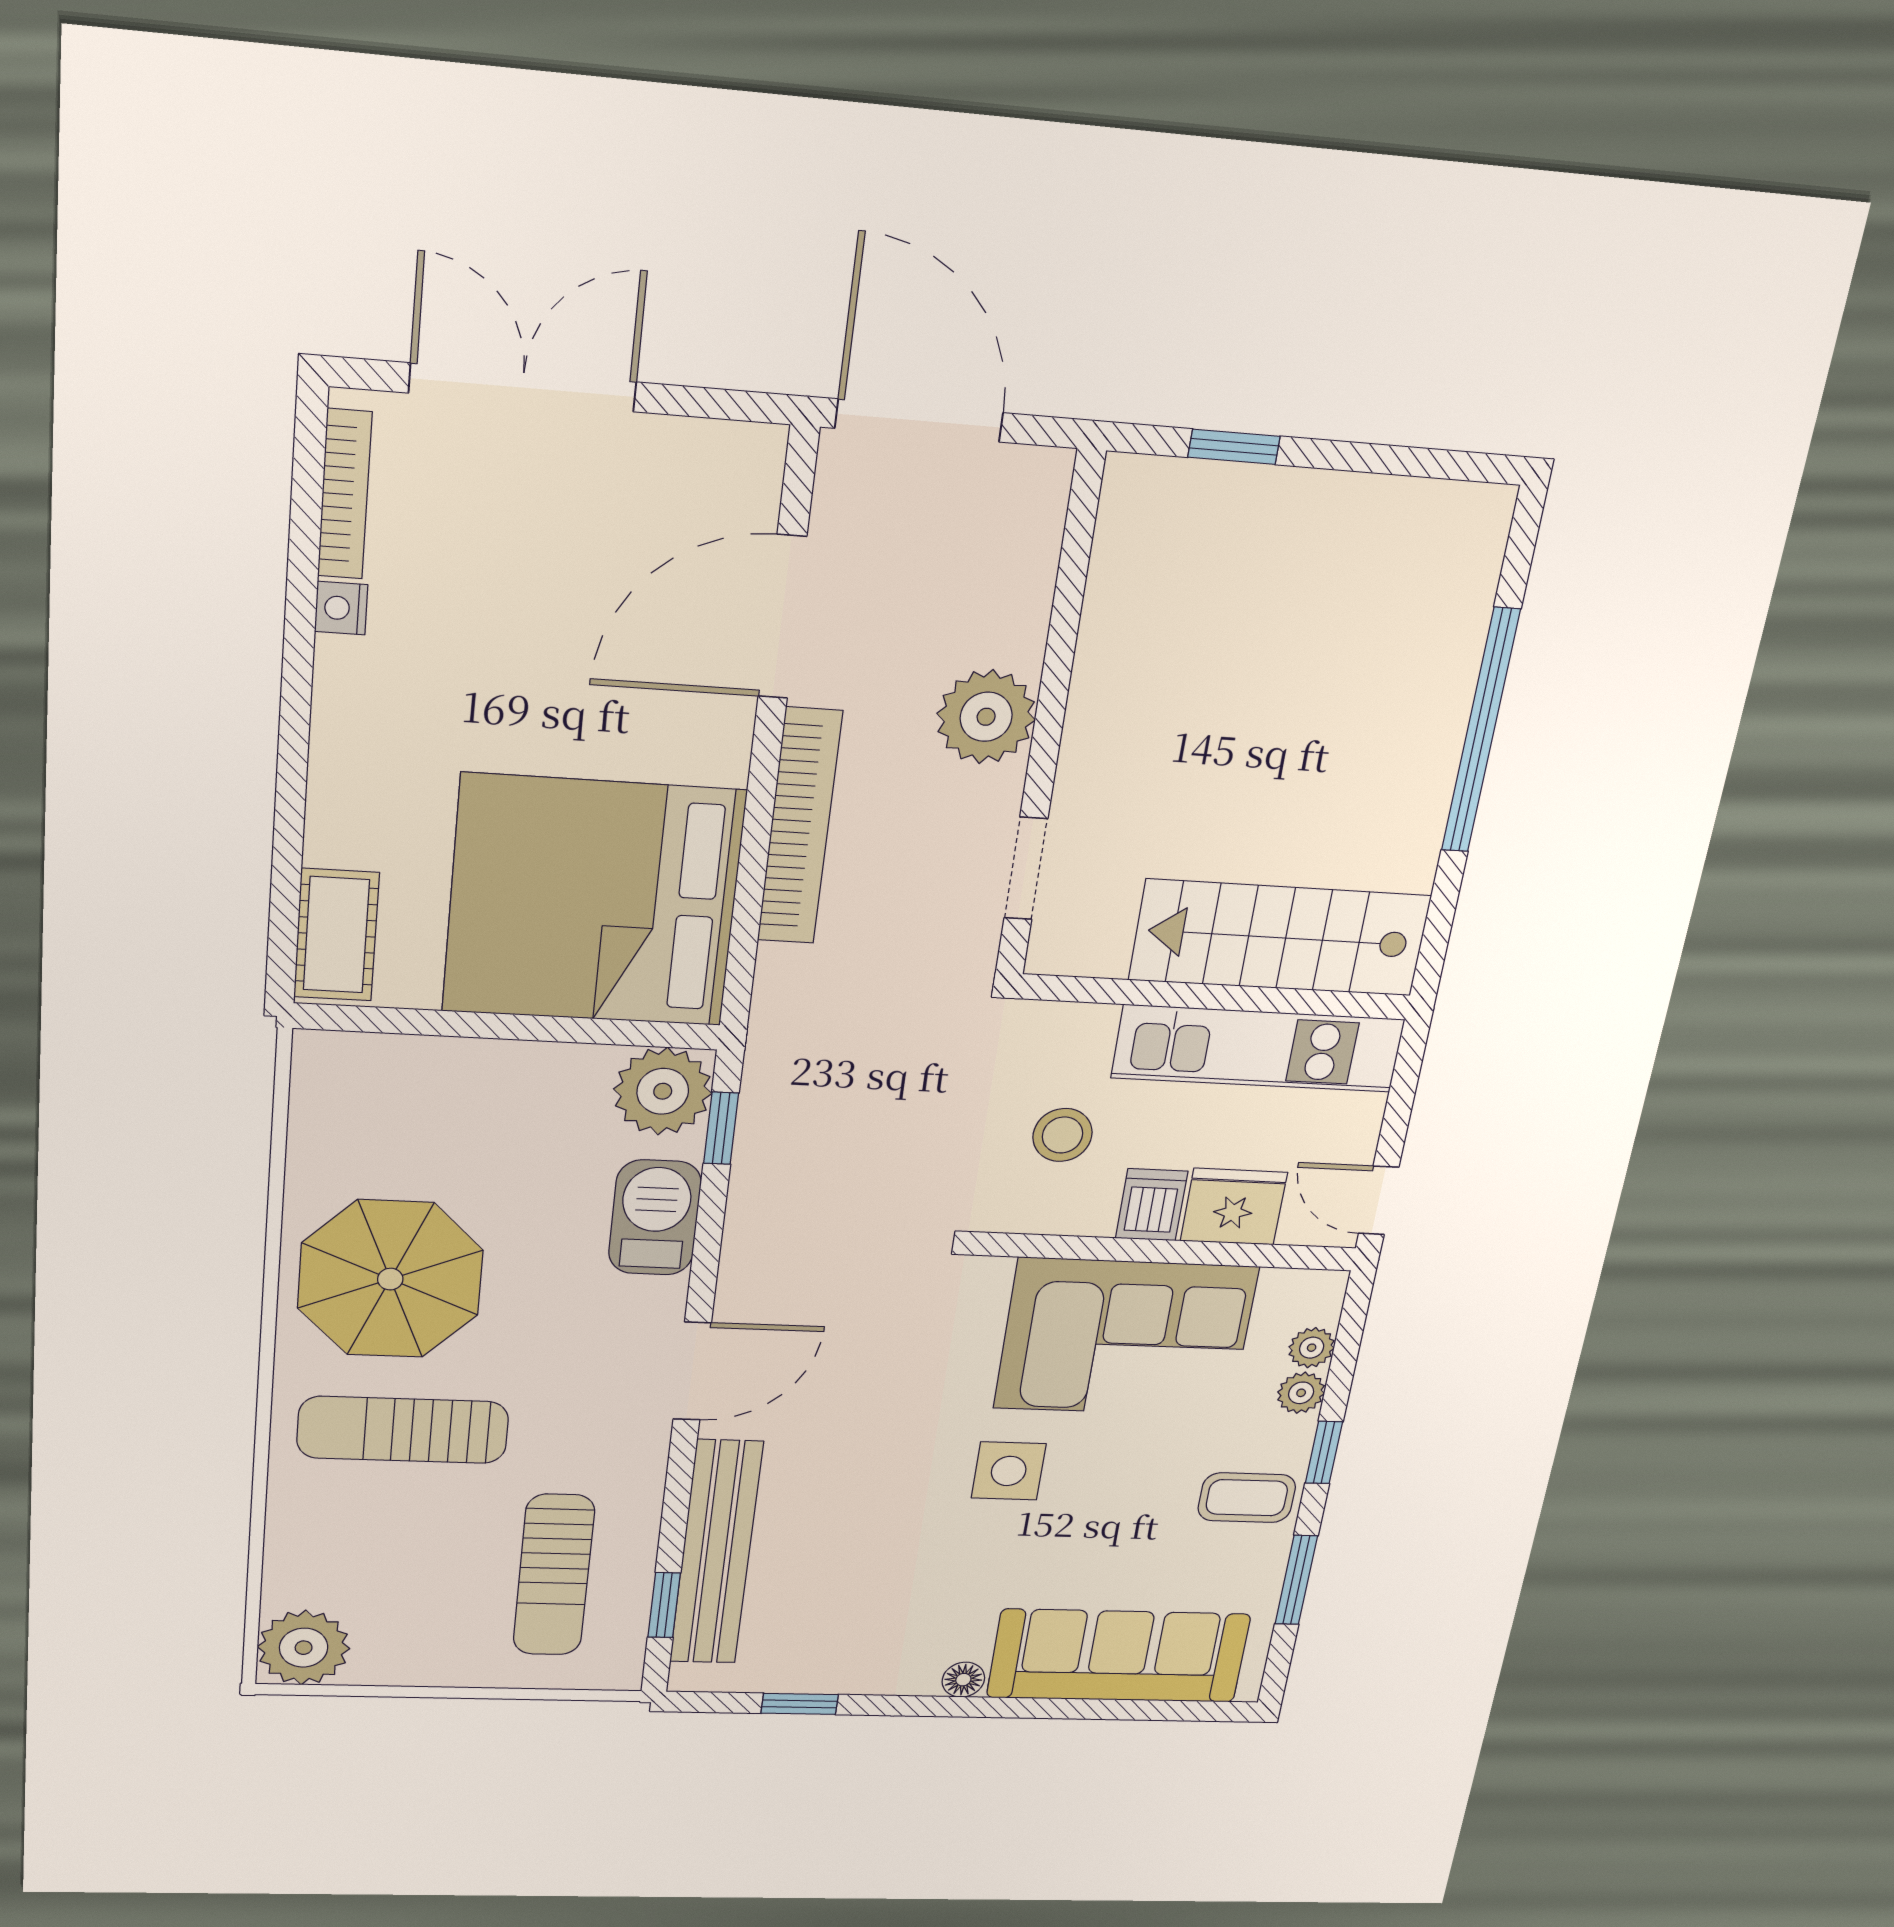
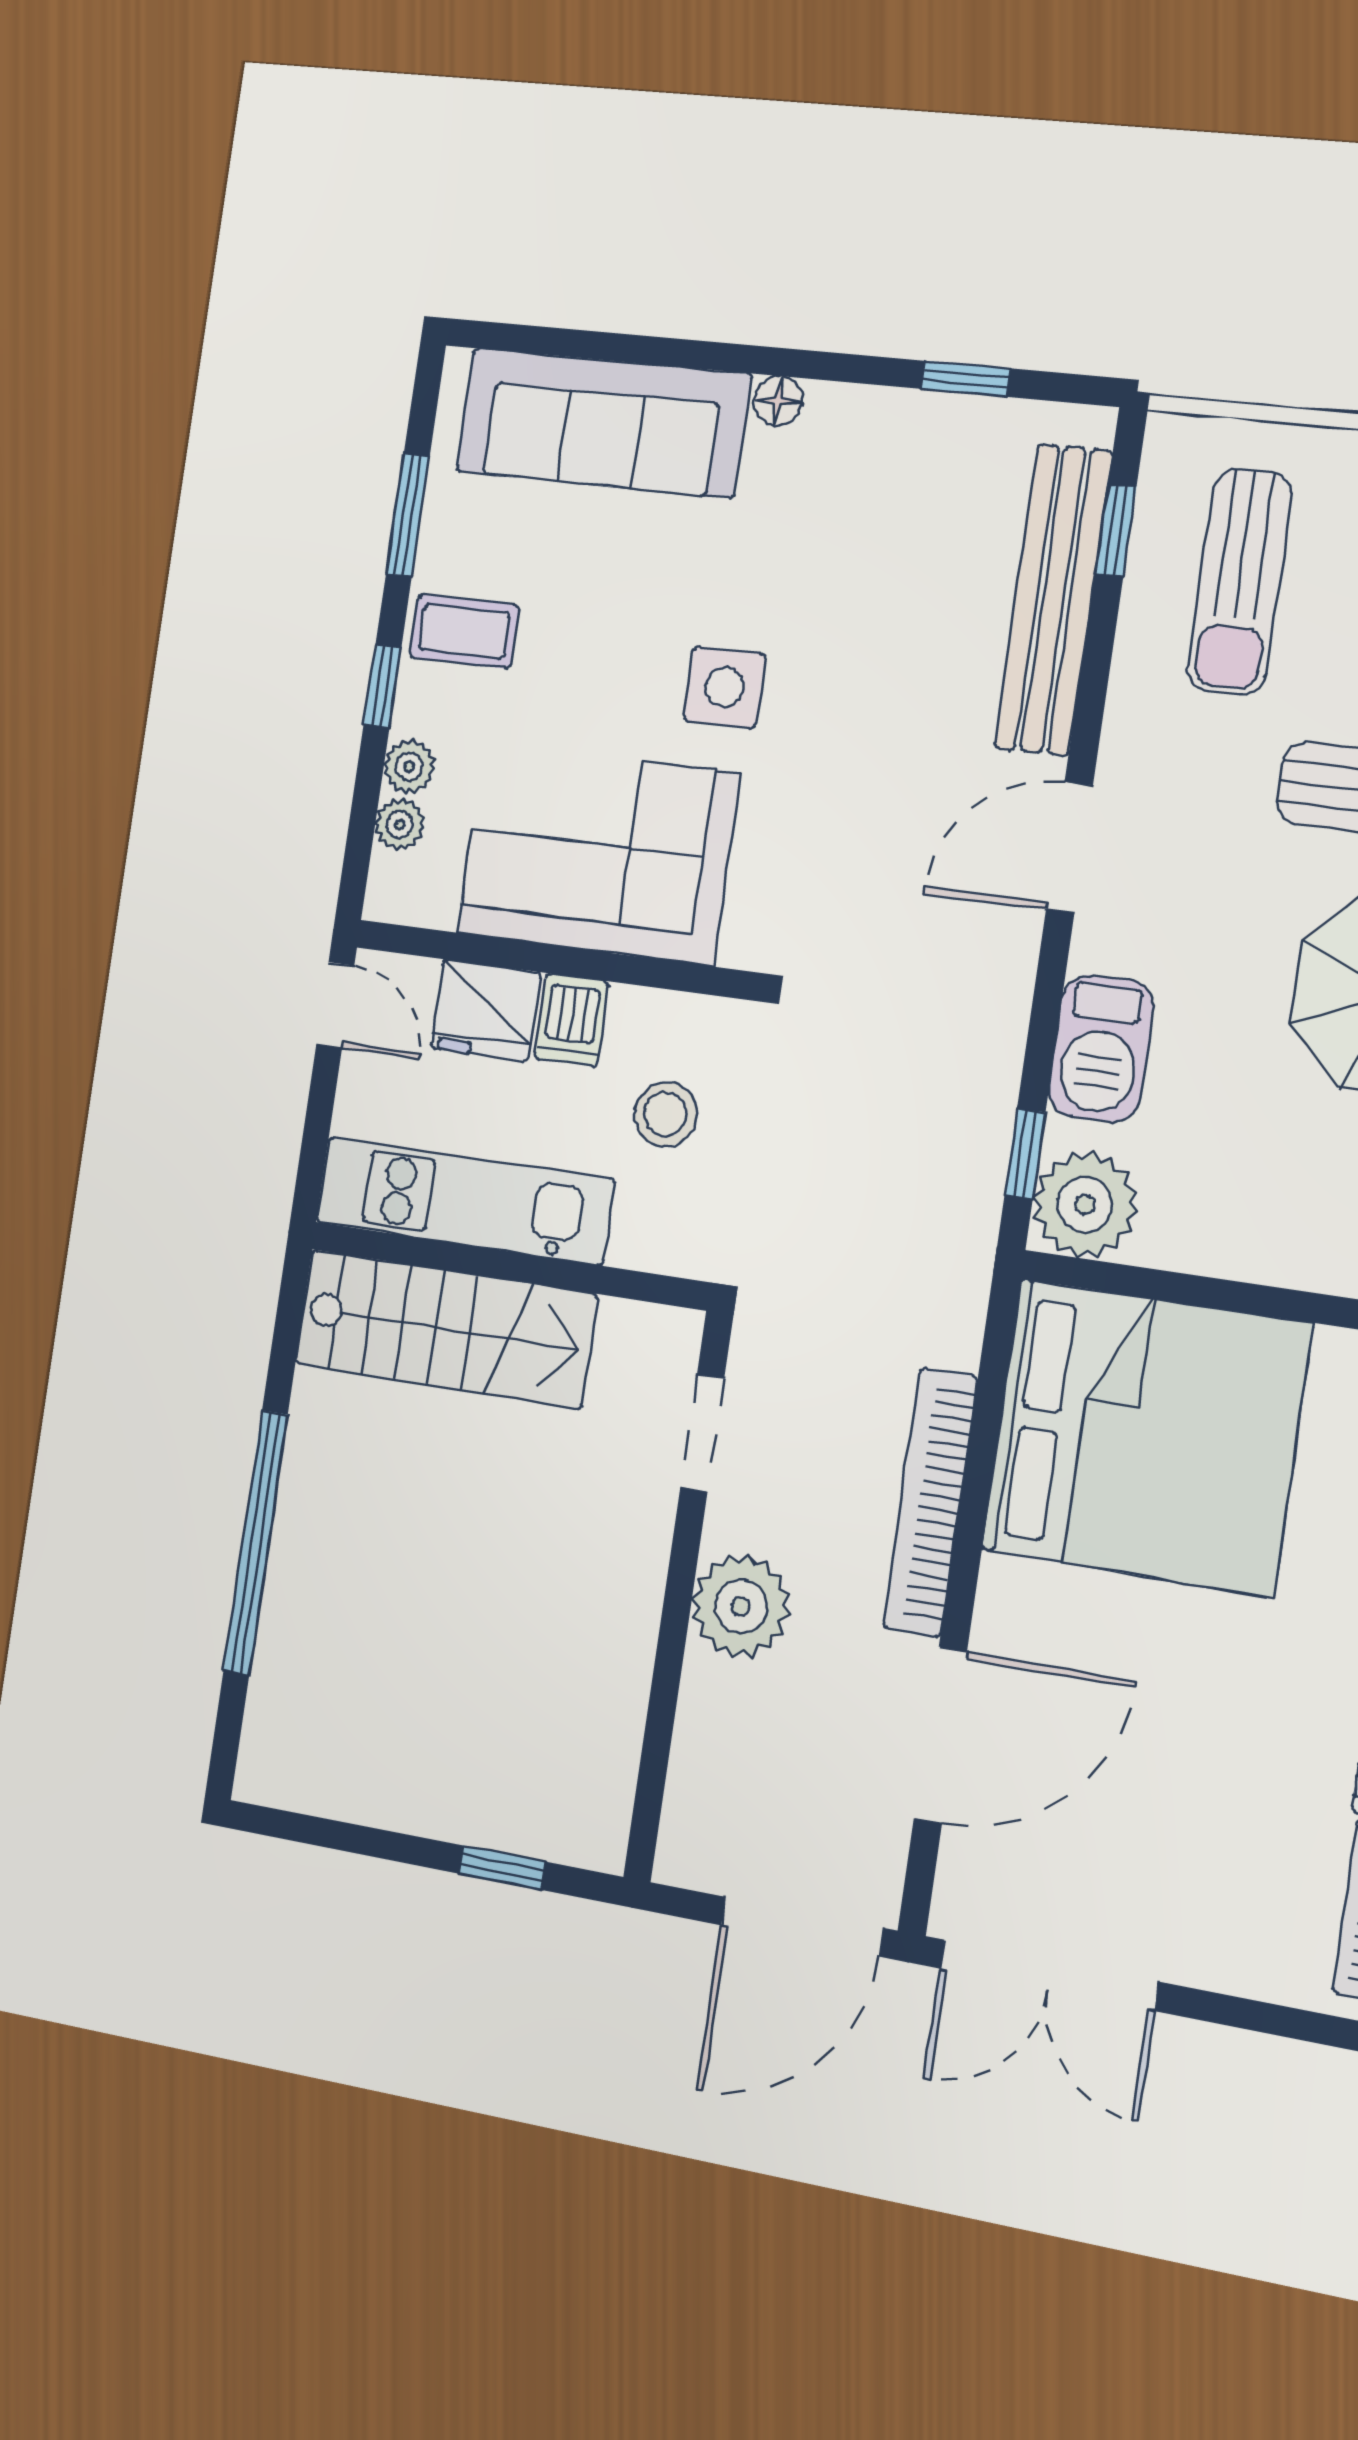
double door: (523, 387) -> (1049, 1975), moved
door: (919, 421) -> (802, 1927), hinge flipped
sun lounger: (554, 1575) -> (1239, 582), turned 180

